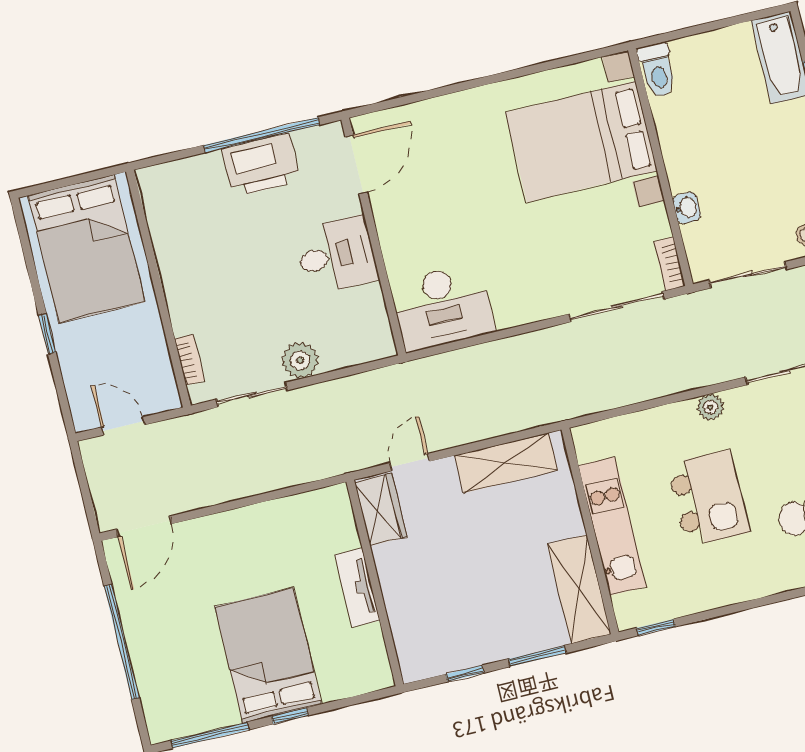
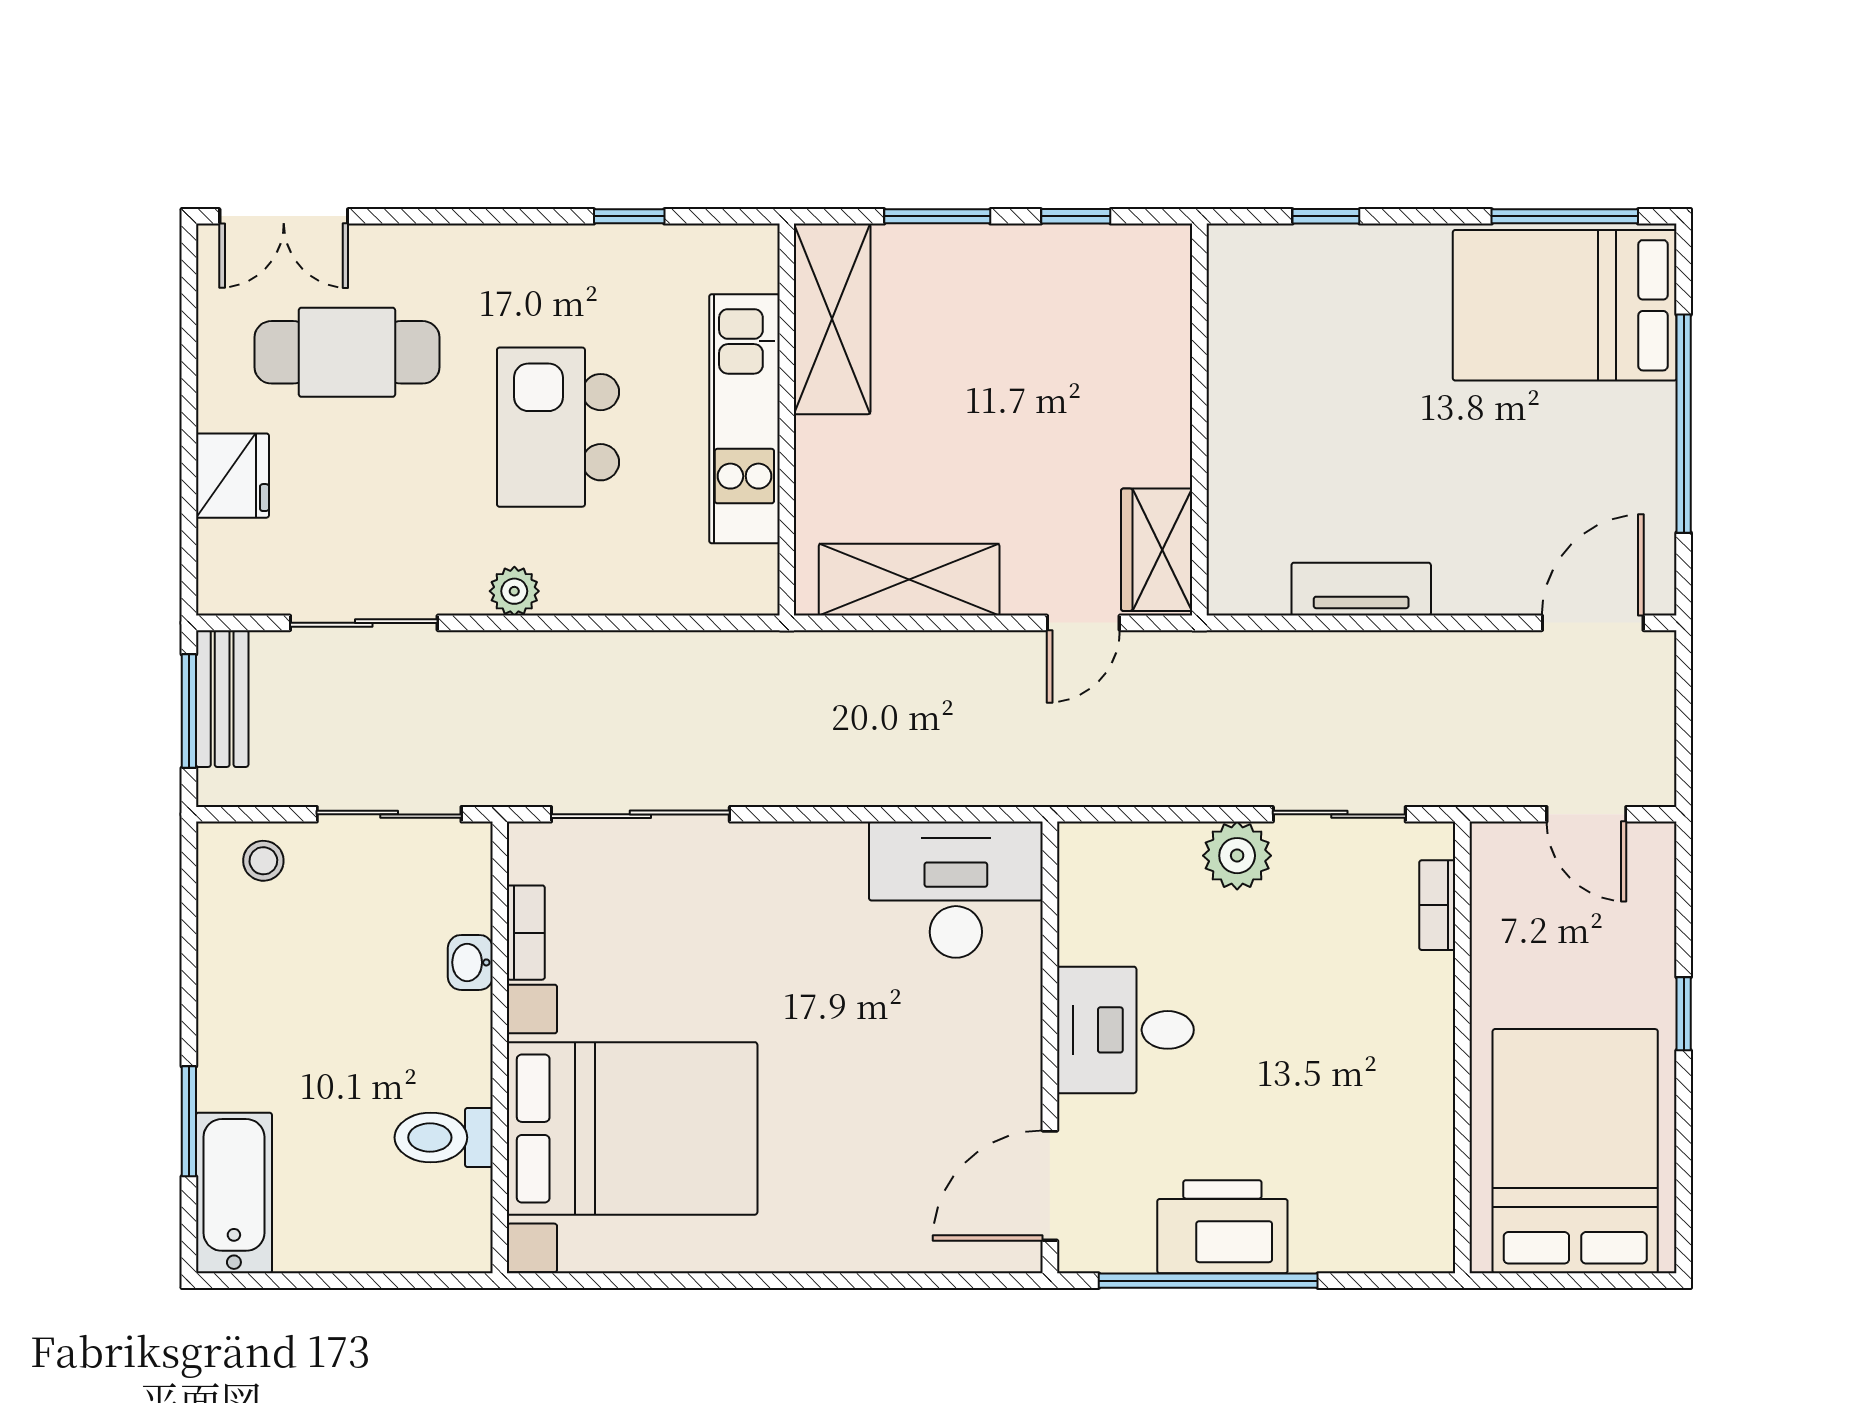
toilet: (657, 70) -> (444, 1137), moved, turned -90
bookcase: (670, 264) -> (526, 933), moved
tv unit: (357, 588) -> (1361, 589), moved, turned -90
window: (656, 627) -> (629, 216), moved
bed: (268, 655) -> (1565, 305), moved, turned 90
window: (290, 716) -> (1326, 216), moved

